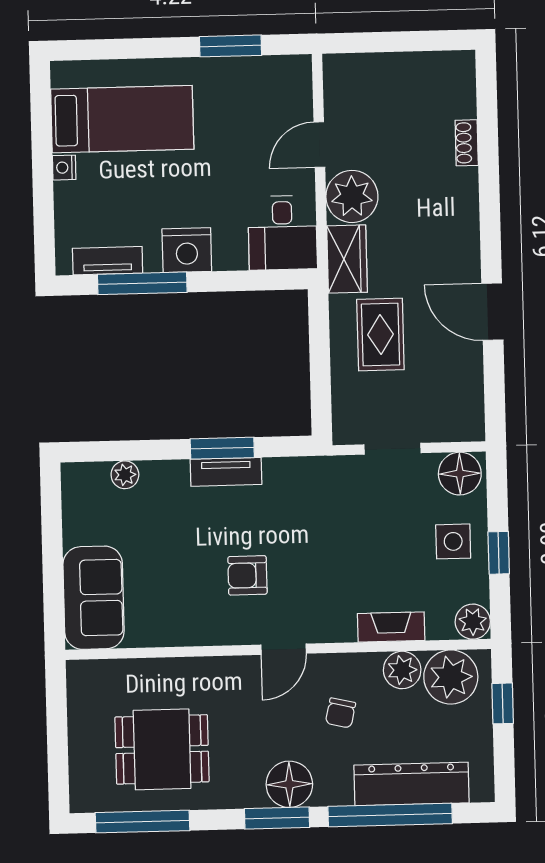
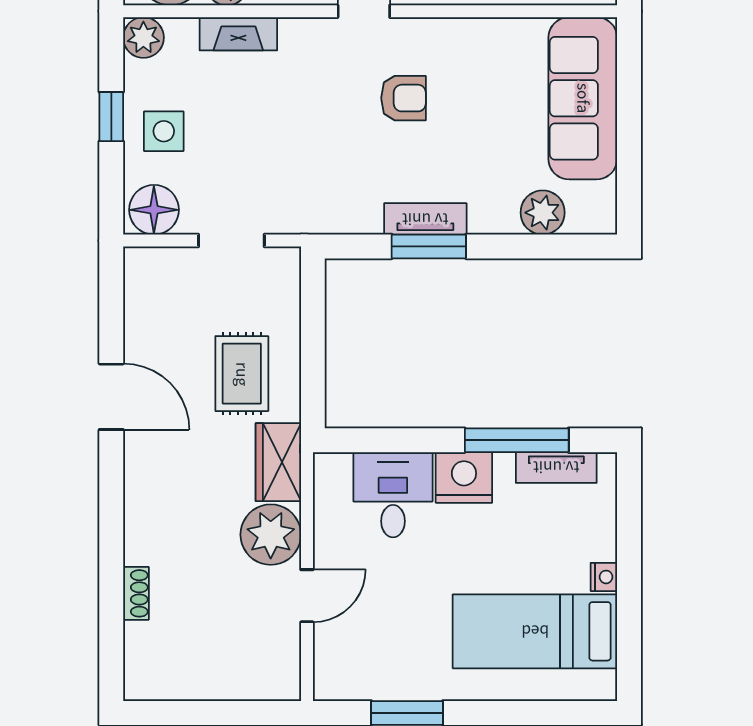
desk: (282, 233) -> (393, 495), moved
plant: (125, 475) -> (543, 213), width x1.38, depth x1.38
sofa: (94, 598) -> (583, 98), width x1.36

